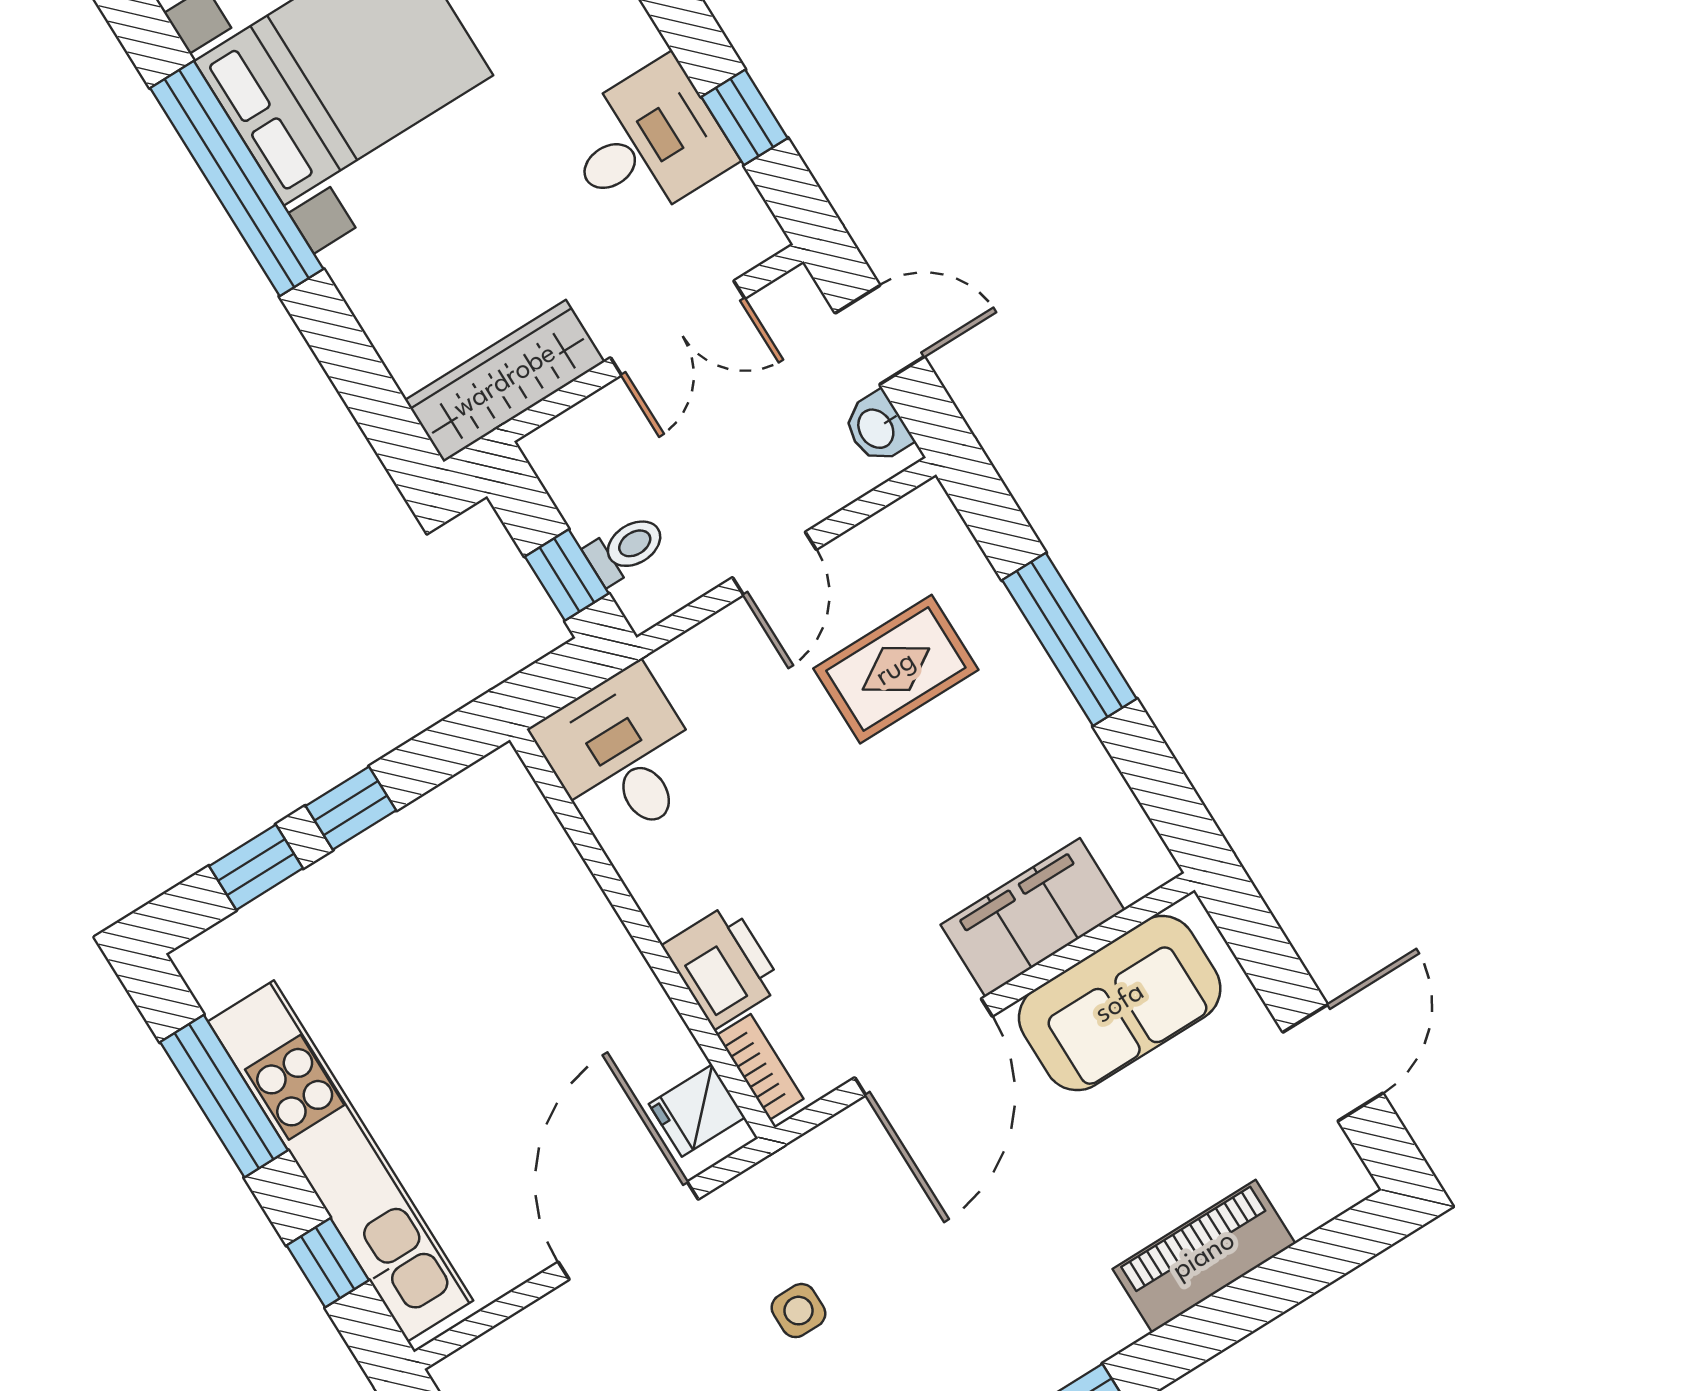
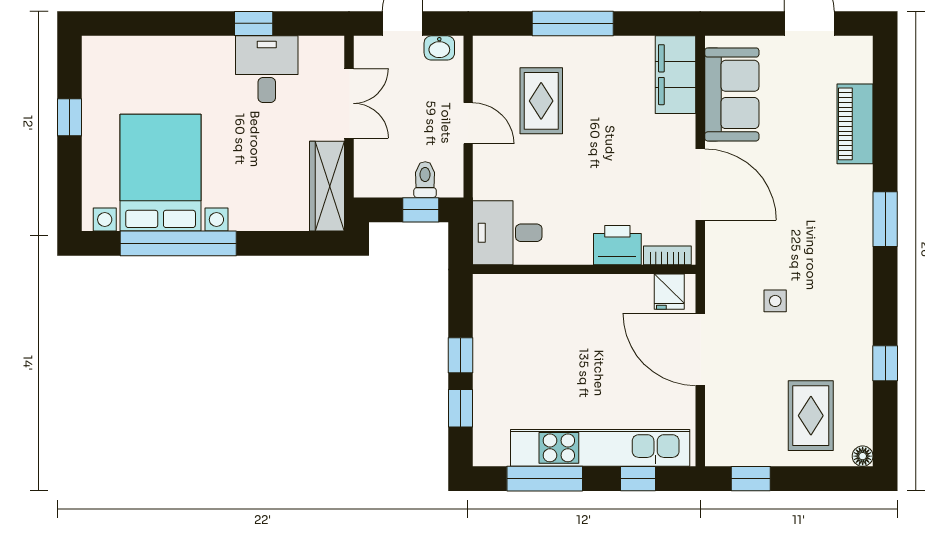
window: (745, 117) -> (254, 23), moved
filing cabinet: (1033, 917) -> (676, 75), moved

